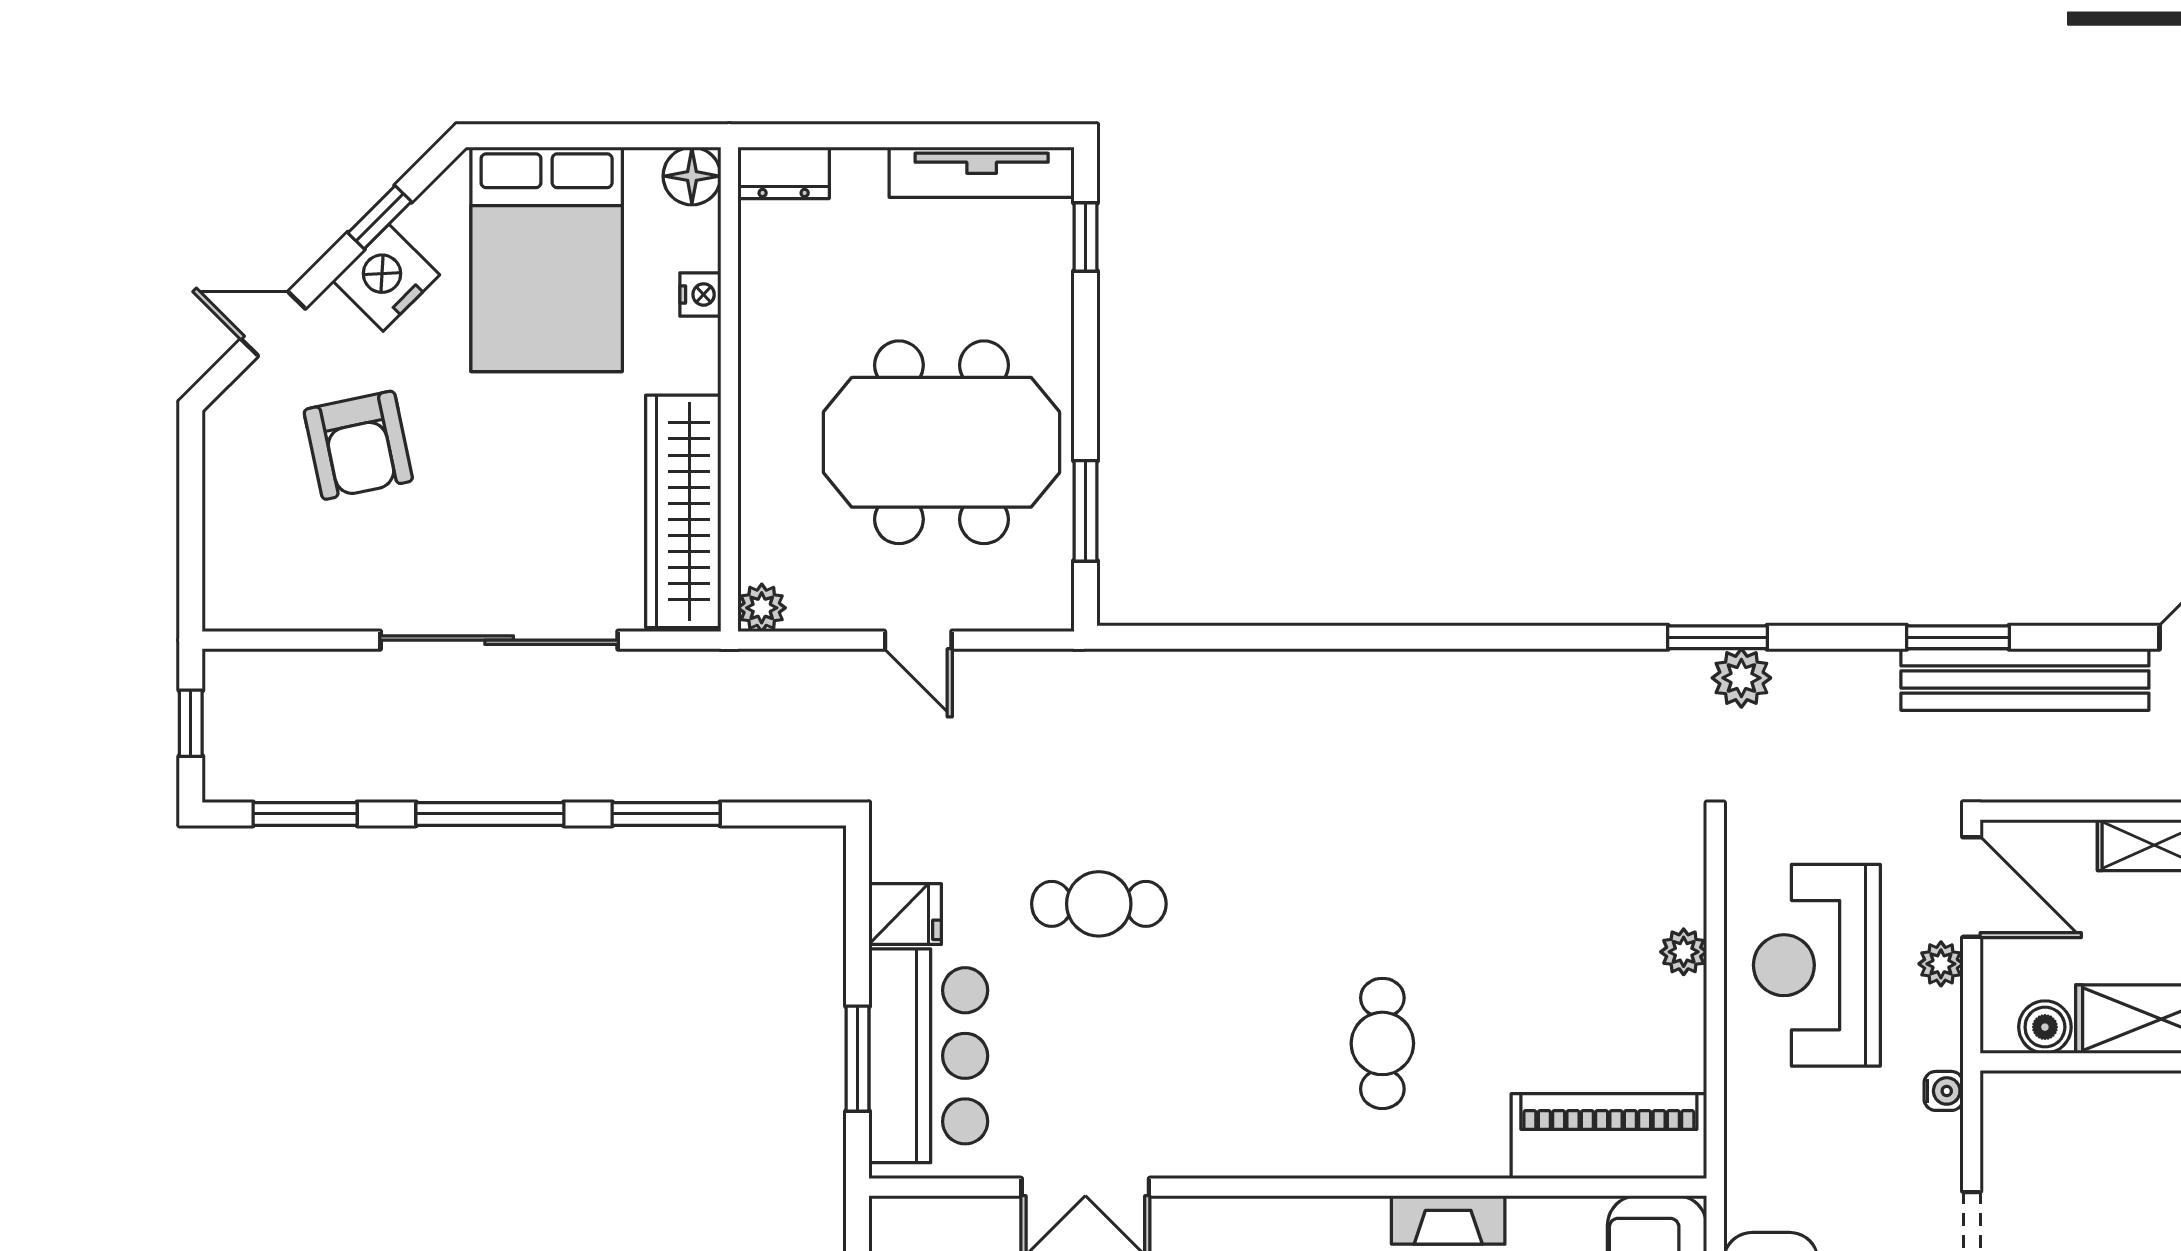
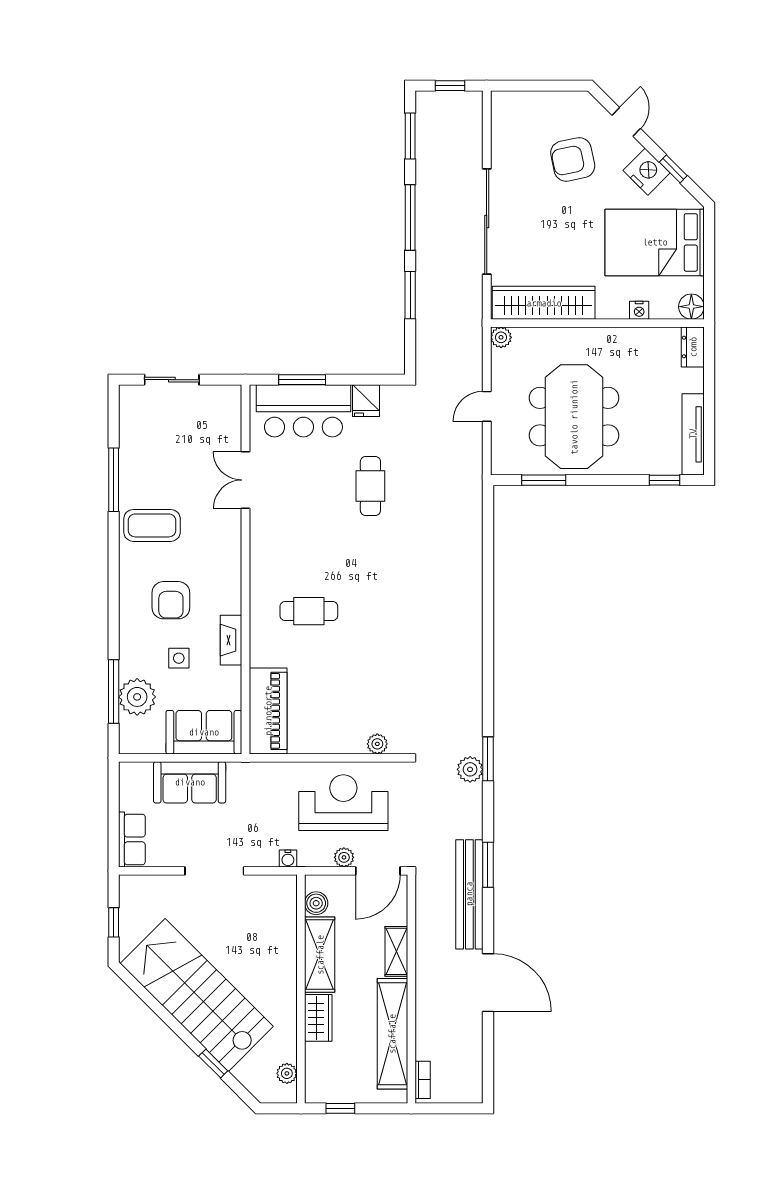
plant: (1684, 952) -> (377, 744), moved

